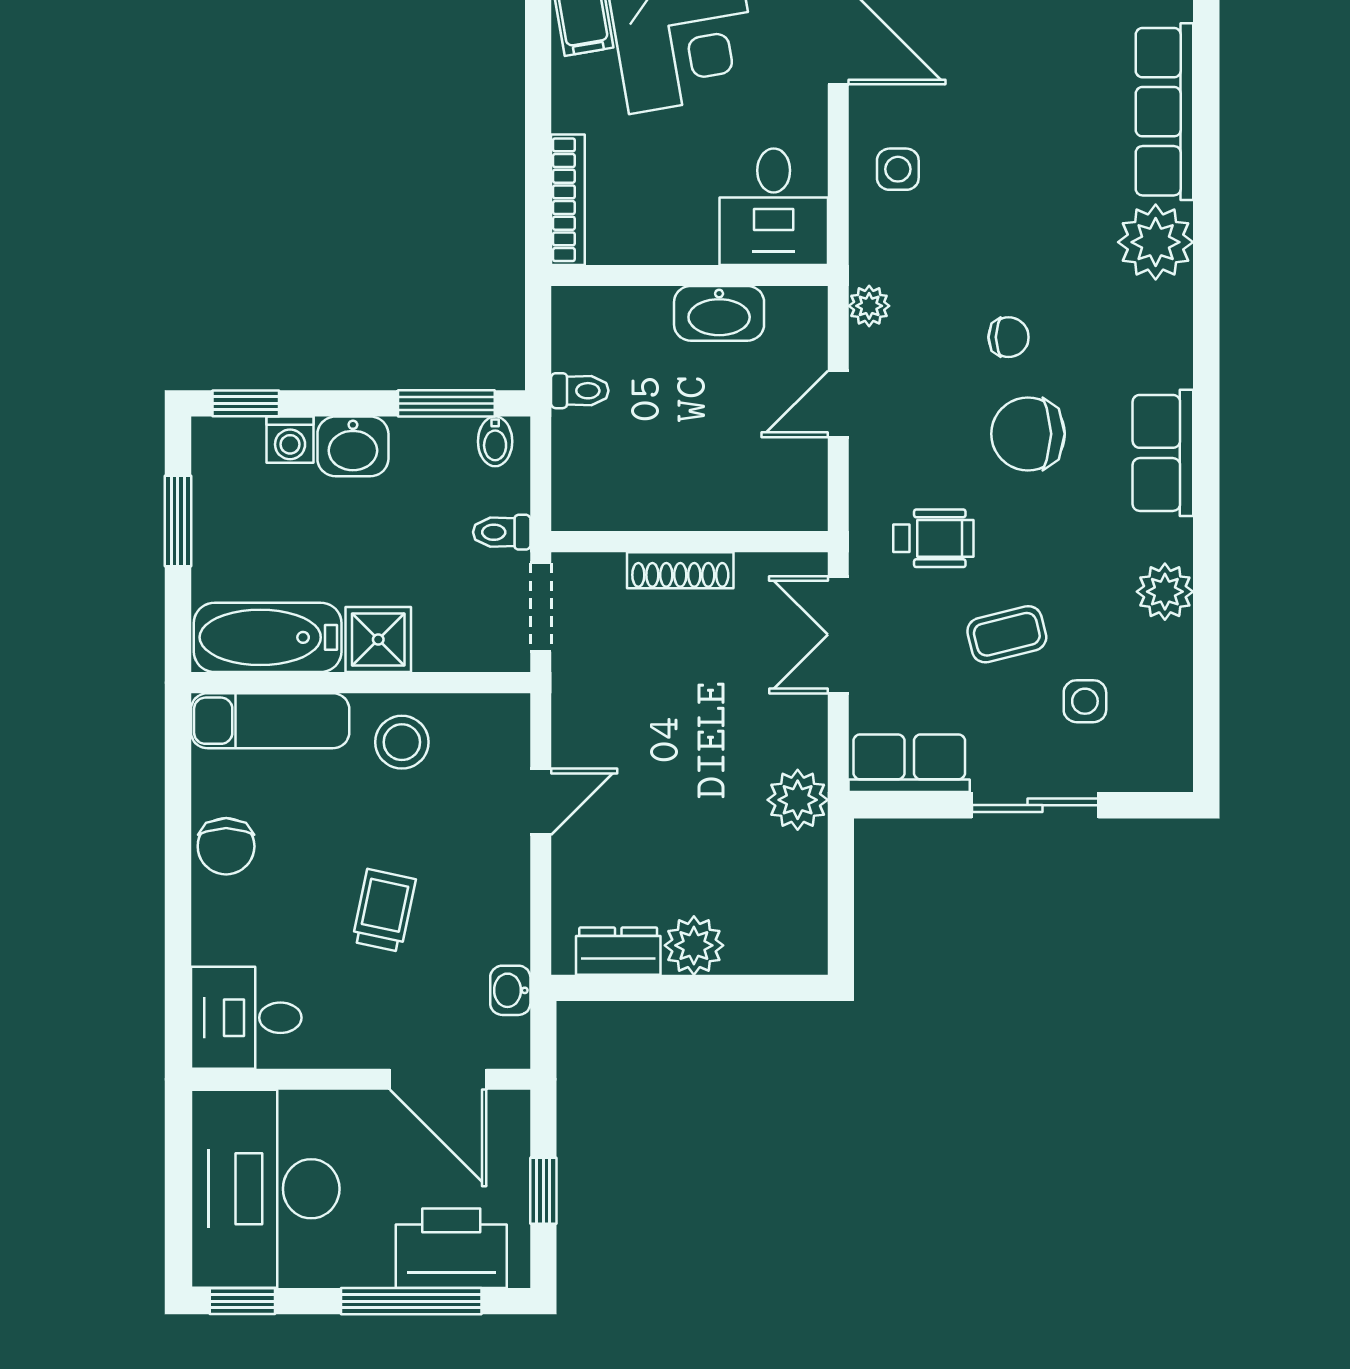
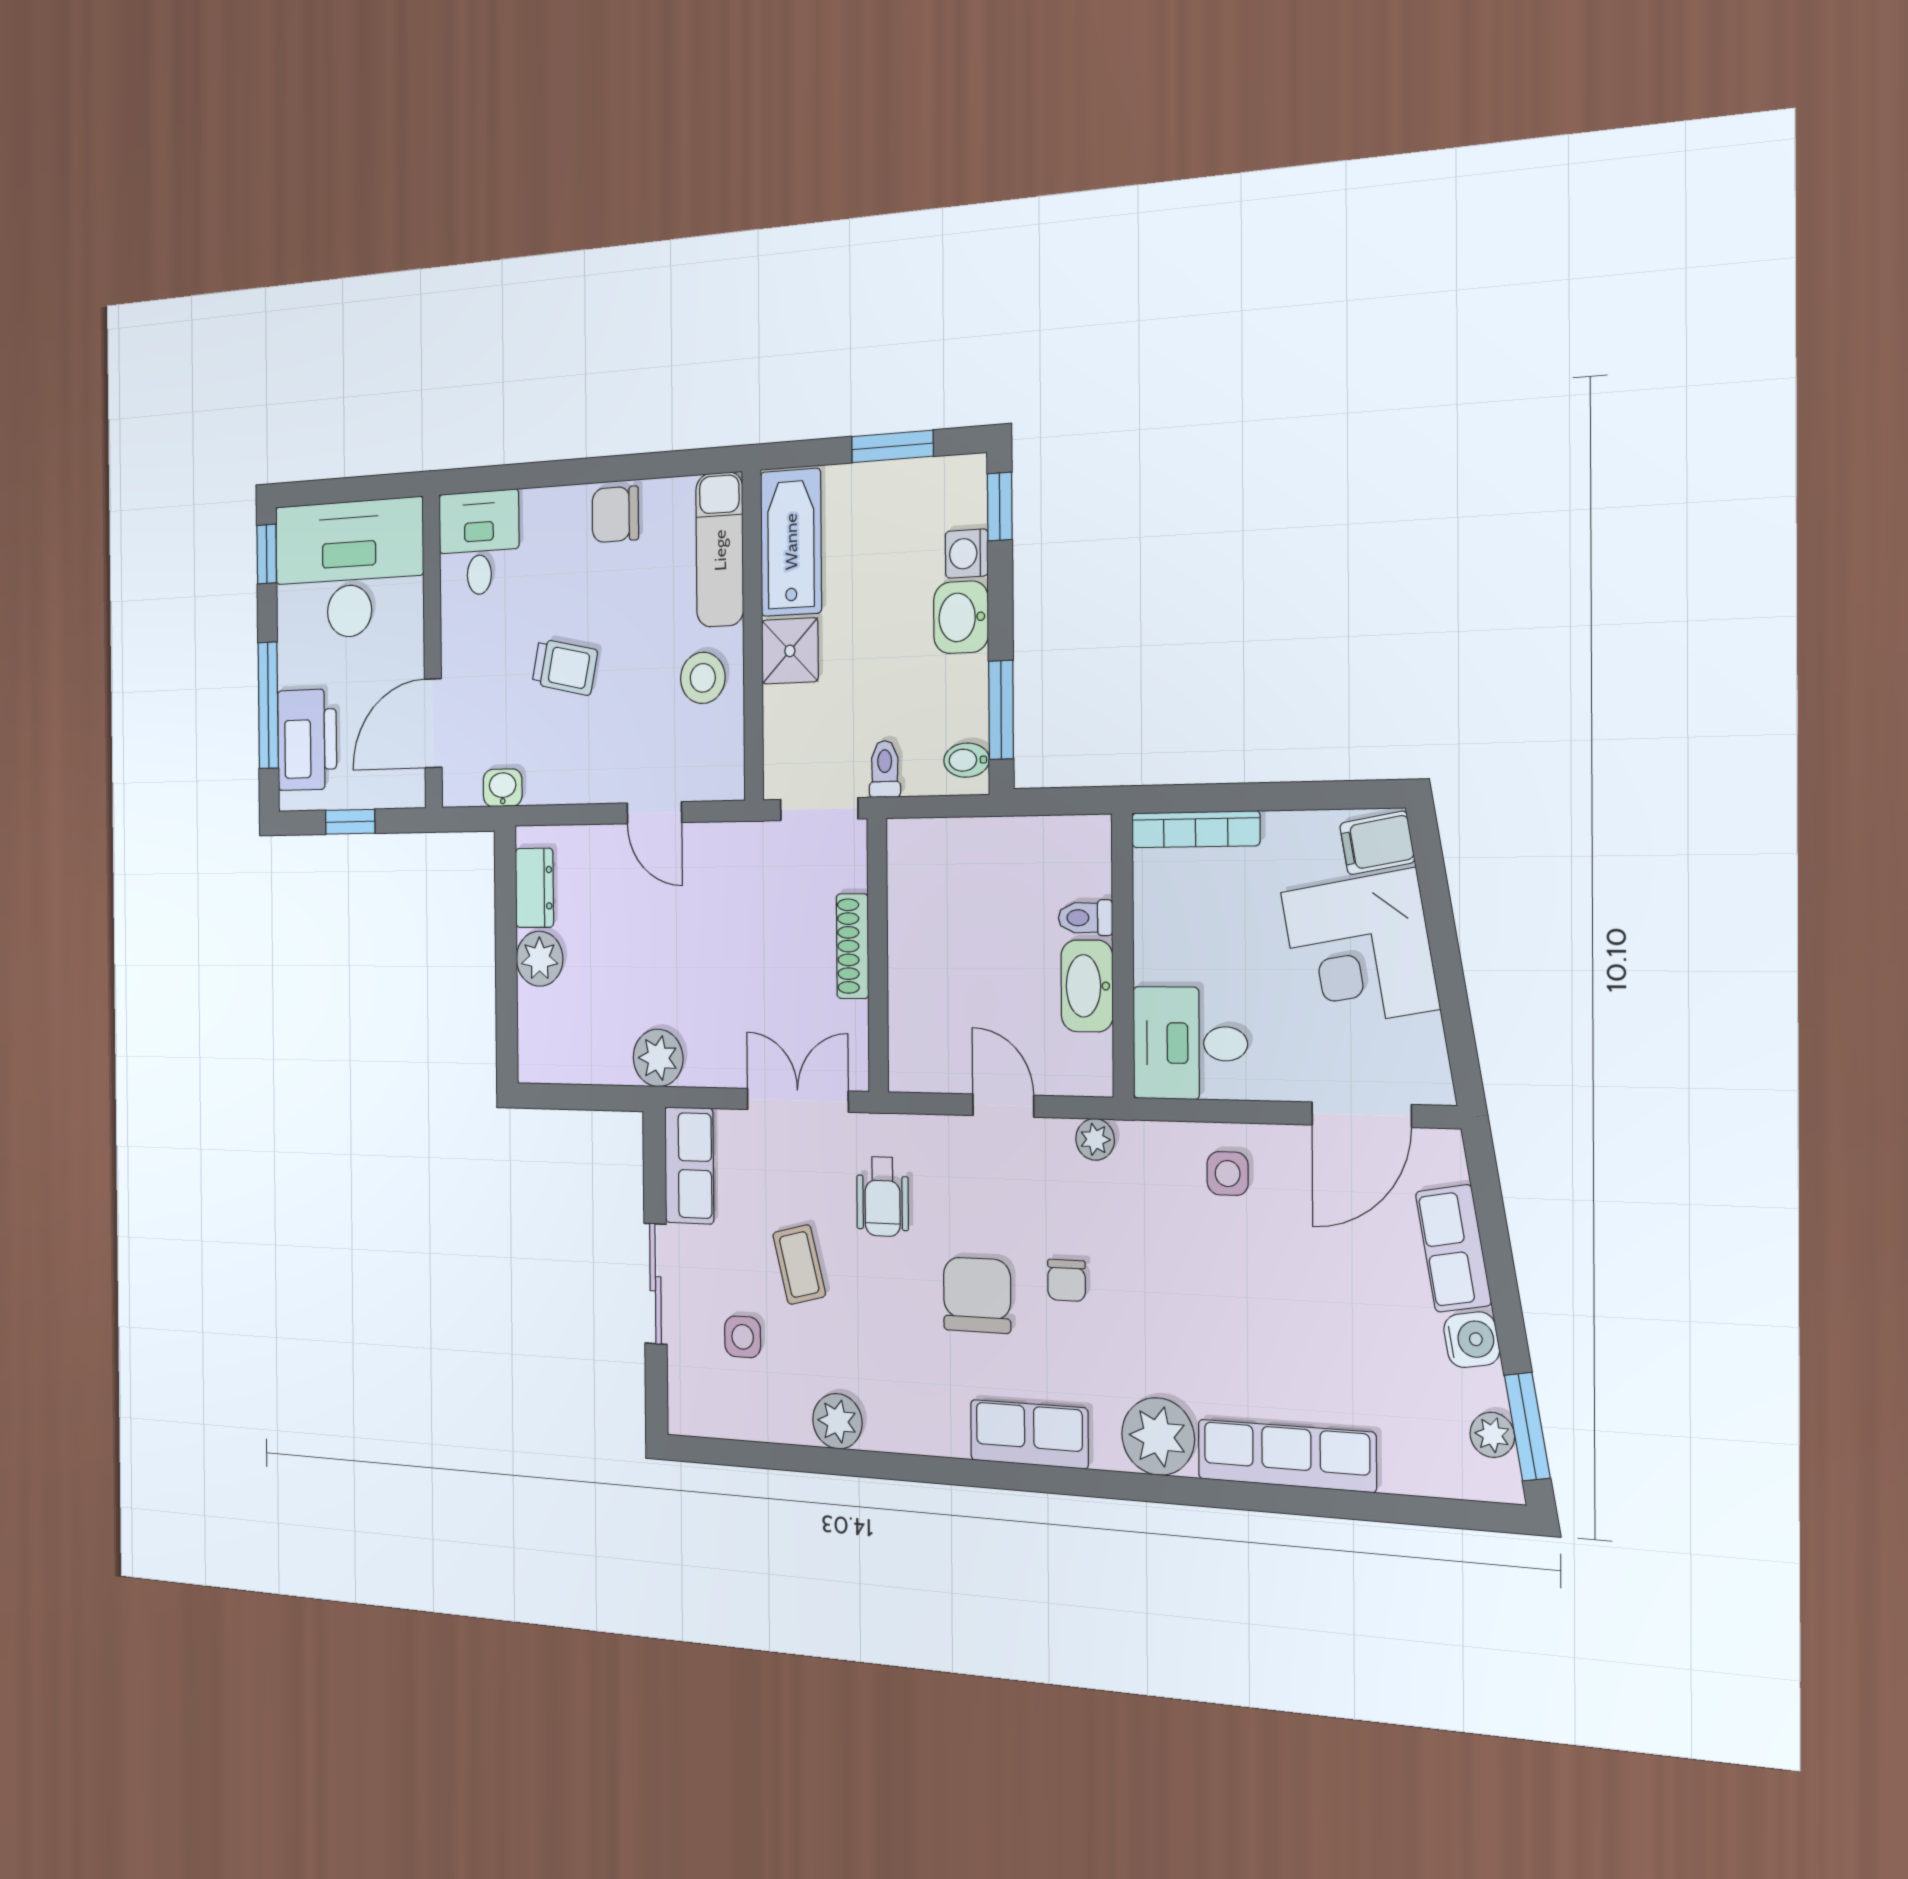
toilet: (580, 391) -> (1085, 918), moved, turned 90
row of seats: (1163, 453) -> (1029, 1434), moved

